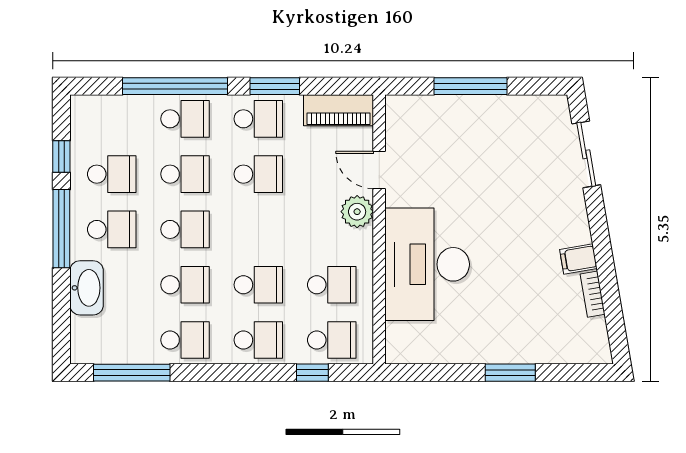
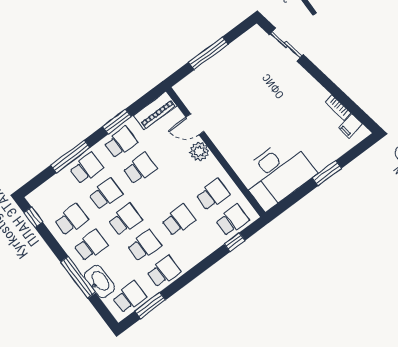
window: (175, 86) -> (70, 156), width x0.68
window: (61, 157) -> (33, 217), moved
window: (61, 229) -> (78, 277), moved
filing cabinet: (578, 259) -> (350, 126), moved
desk: (427, 264) -> (277, 174), moved, turned -90
school desk: (258, 340) -> (129, 297), moved
window: (132, 373) -> (150, 305), width x0.69

